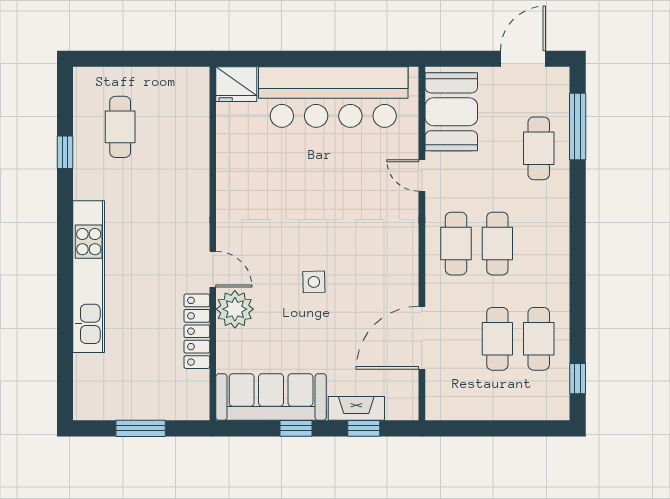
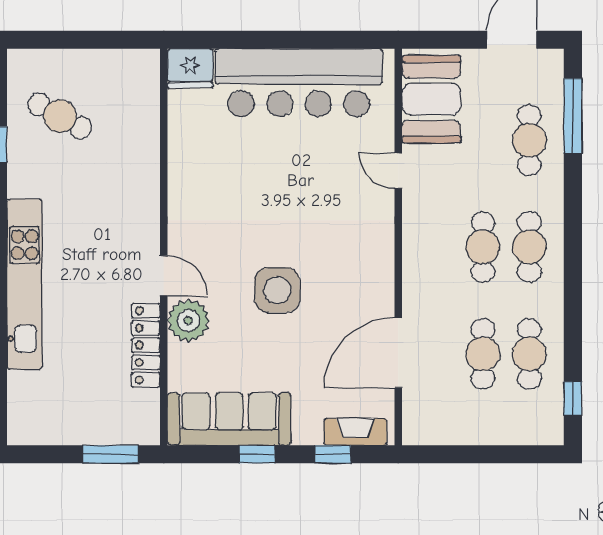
cafe table: (120, 127) -> (60, 116), turned -61
cafe table: (456, 244) -> (529, 247), moved
side table: (314, 282) -> (277, 290), width x1.87, depth x1.87
fireplace: (356, 408) -> (355, 432), moved
window: (141, 428) -> (111, 454), moved

